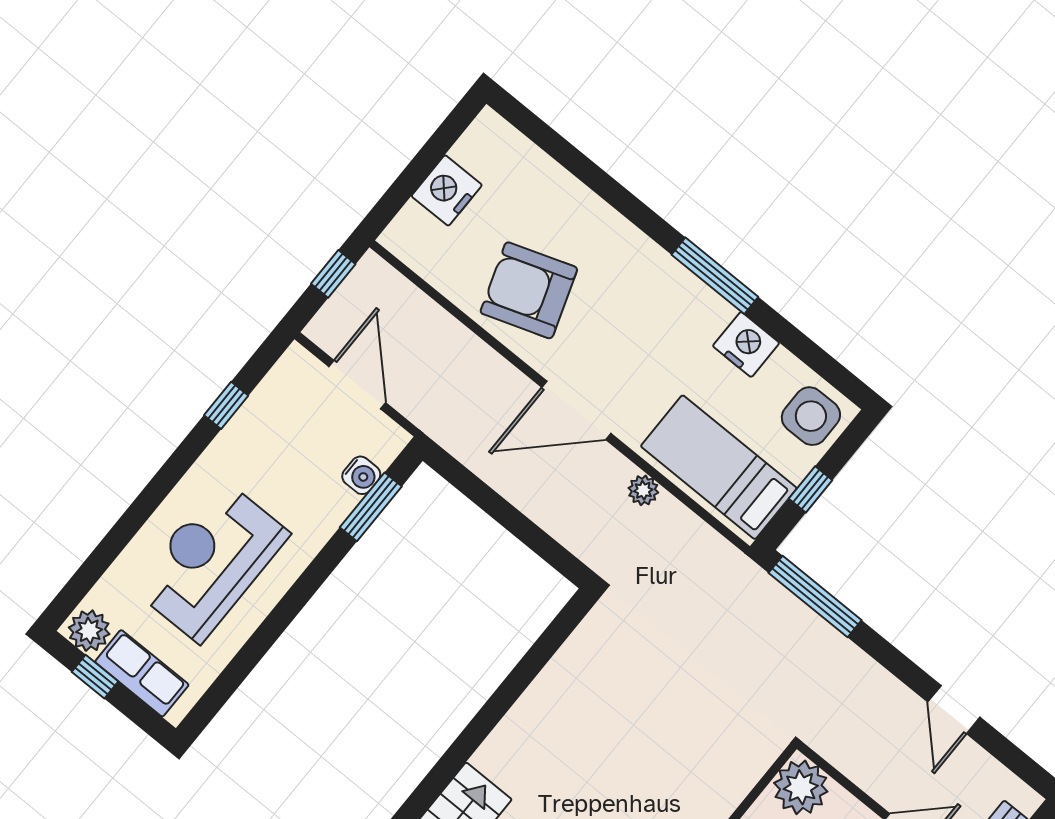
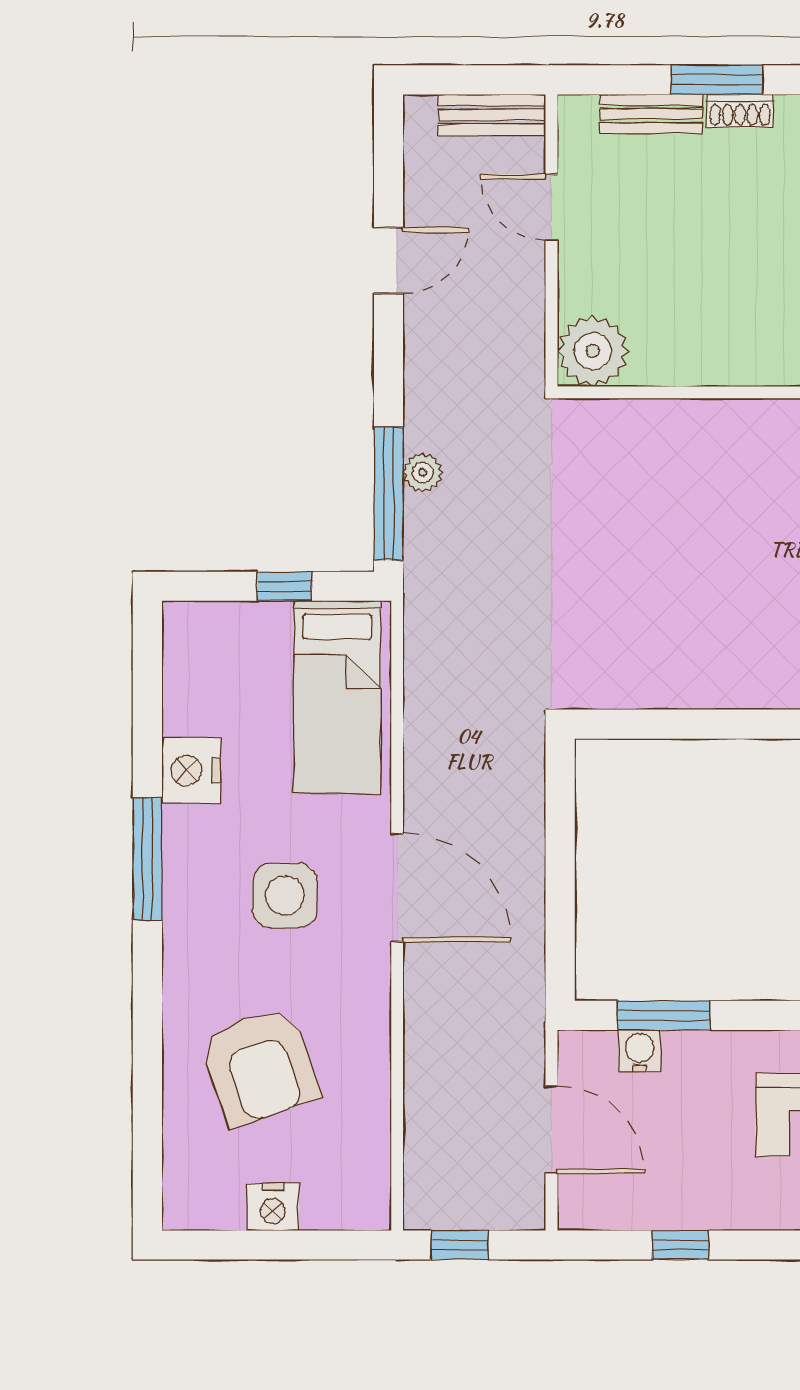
nightstand: (447, 190) -> (273, 1207), width x0.74, depth x0.75
armchair: (529, 290) -> (260, 1066), moved
door: (357, 385) -> (551, 1130), swing flipped
side table: (811, 416) -> (285, 895), moved
plant: (643, 490) -> (423, 473), moved

